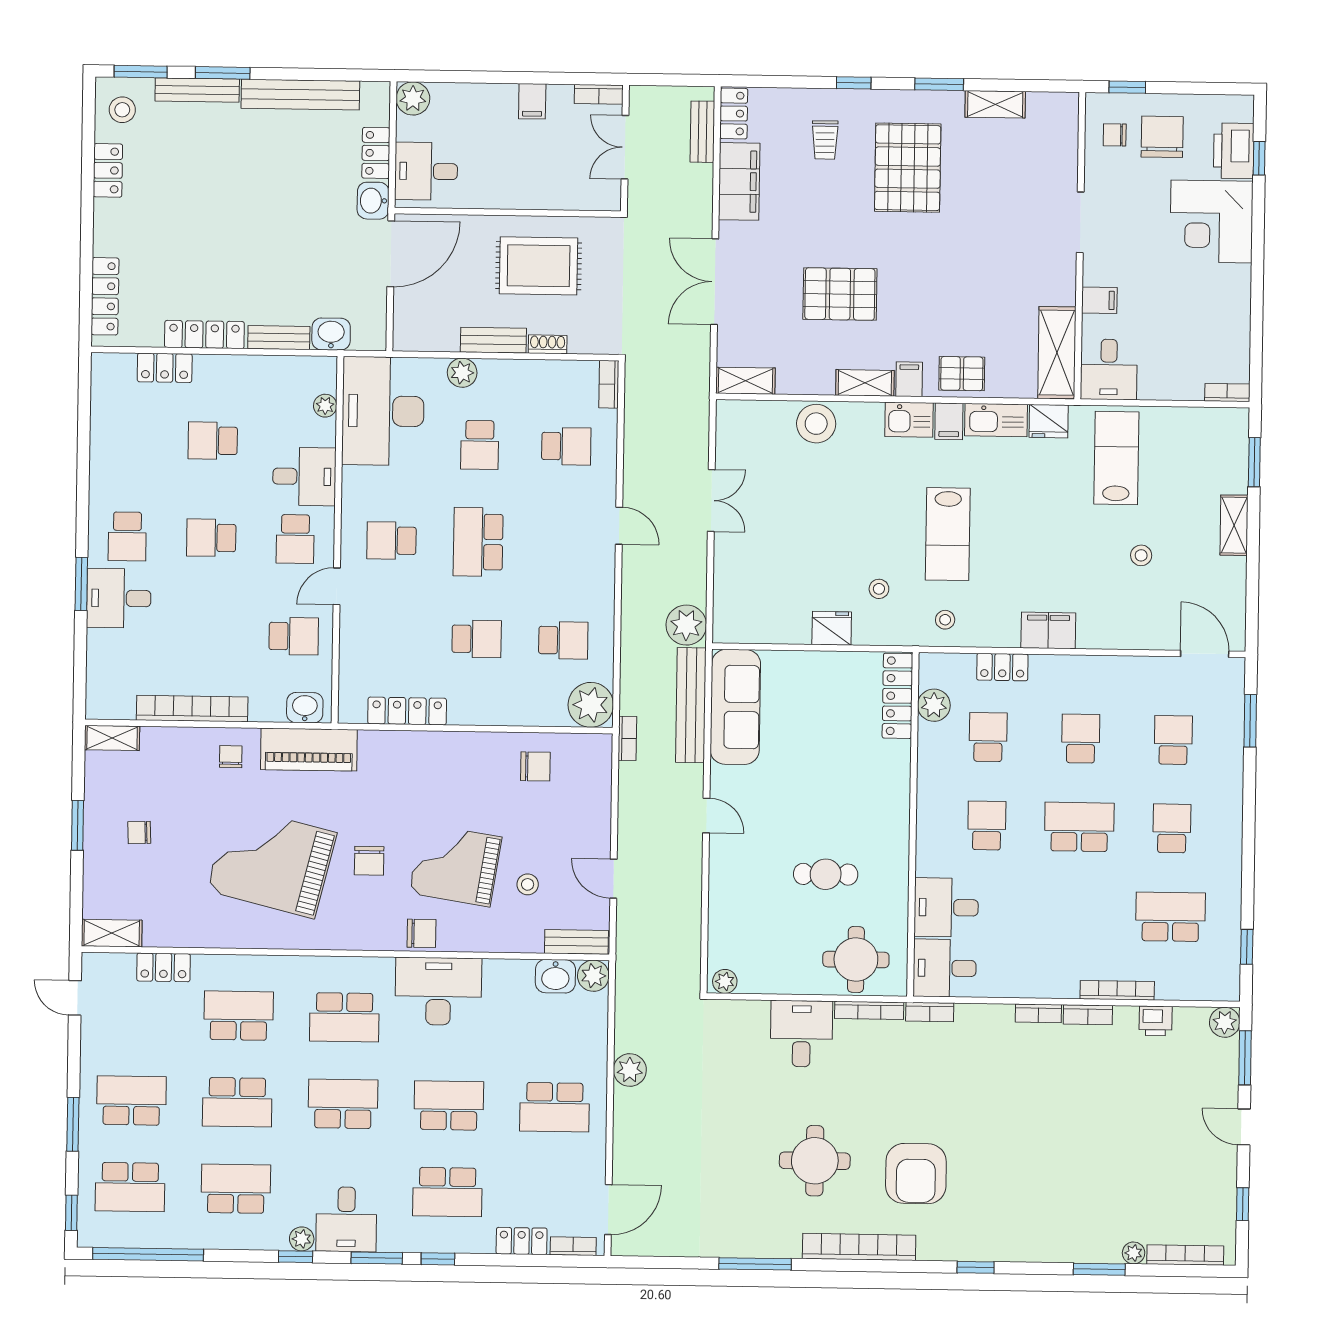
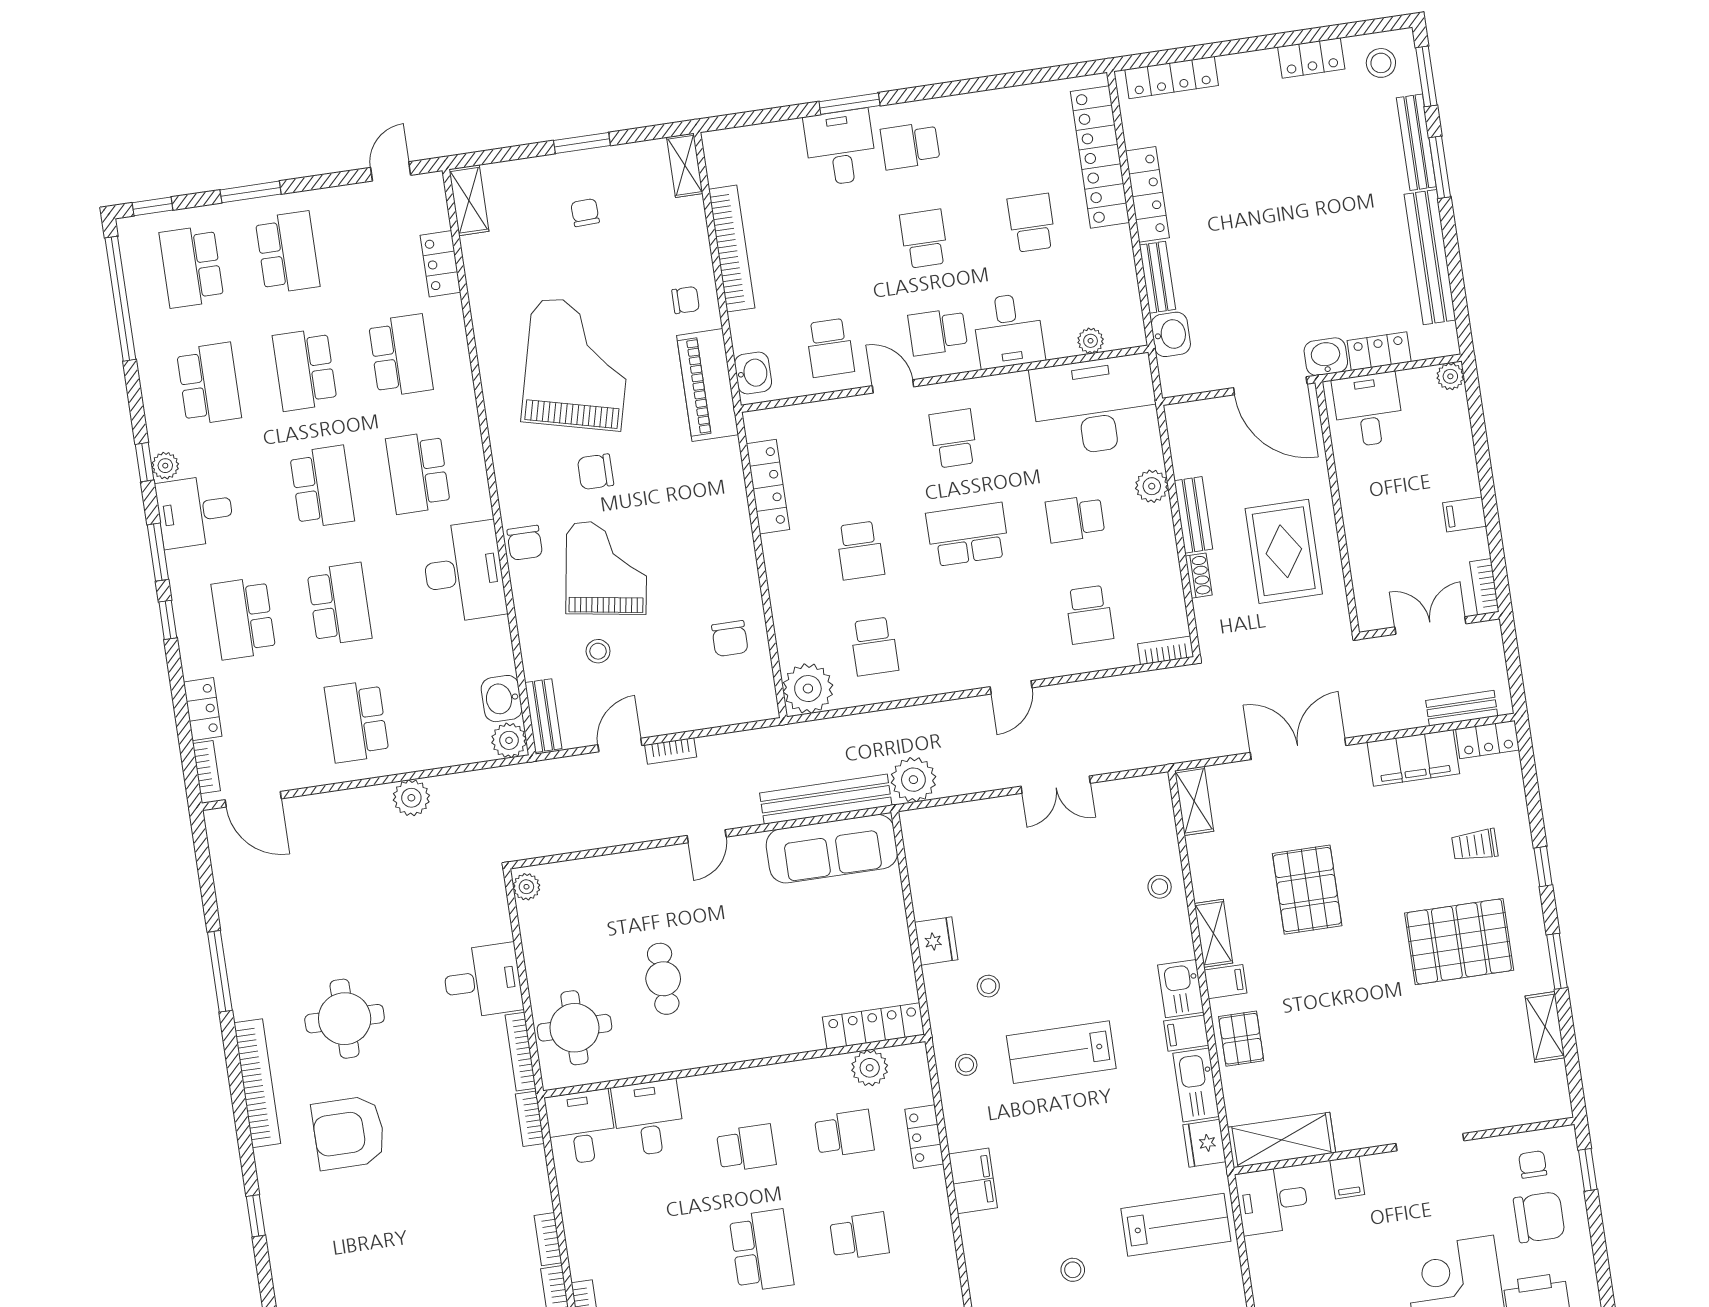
plant: (413, 98) -> (1450, 376), width x0.73, depth x0.73
locker: (165, 368) -> (1100, 157), width x2.16, depth x1.21
stool: (816, 424) -> (1160, 887), width x0.53, depth x0.53
bookcase: (627, 738) -> (671, 751), moved

